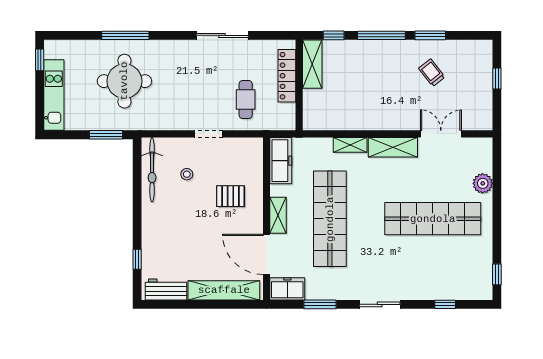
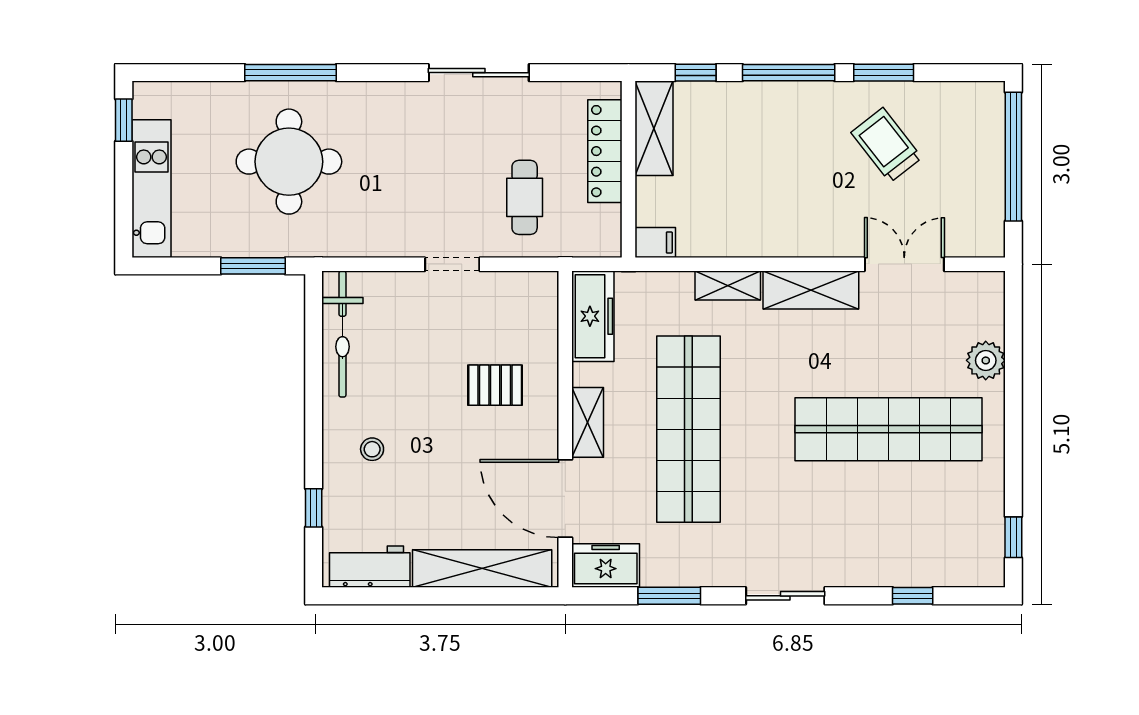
trolley: (432, 73) -> (886, 145), width x1.36, depth x1.39
window: (497, 79) -> (1013, 157), width x3.17
filing cabinet: (313, 123) -> (655, 243), added
stool: (187, 174) -> (372, 449), moved

